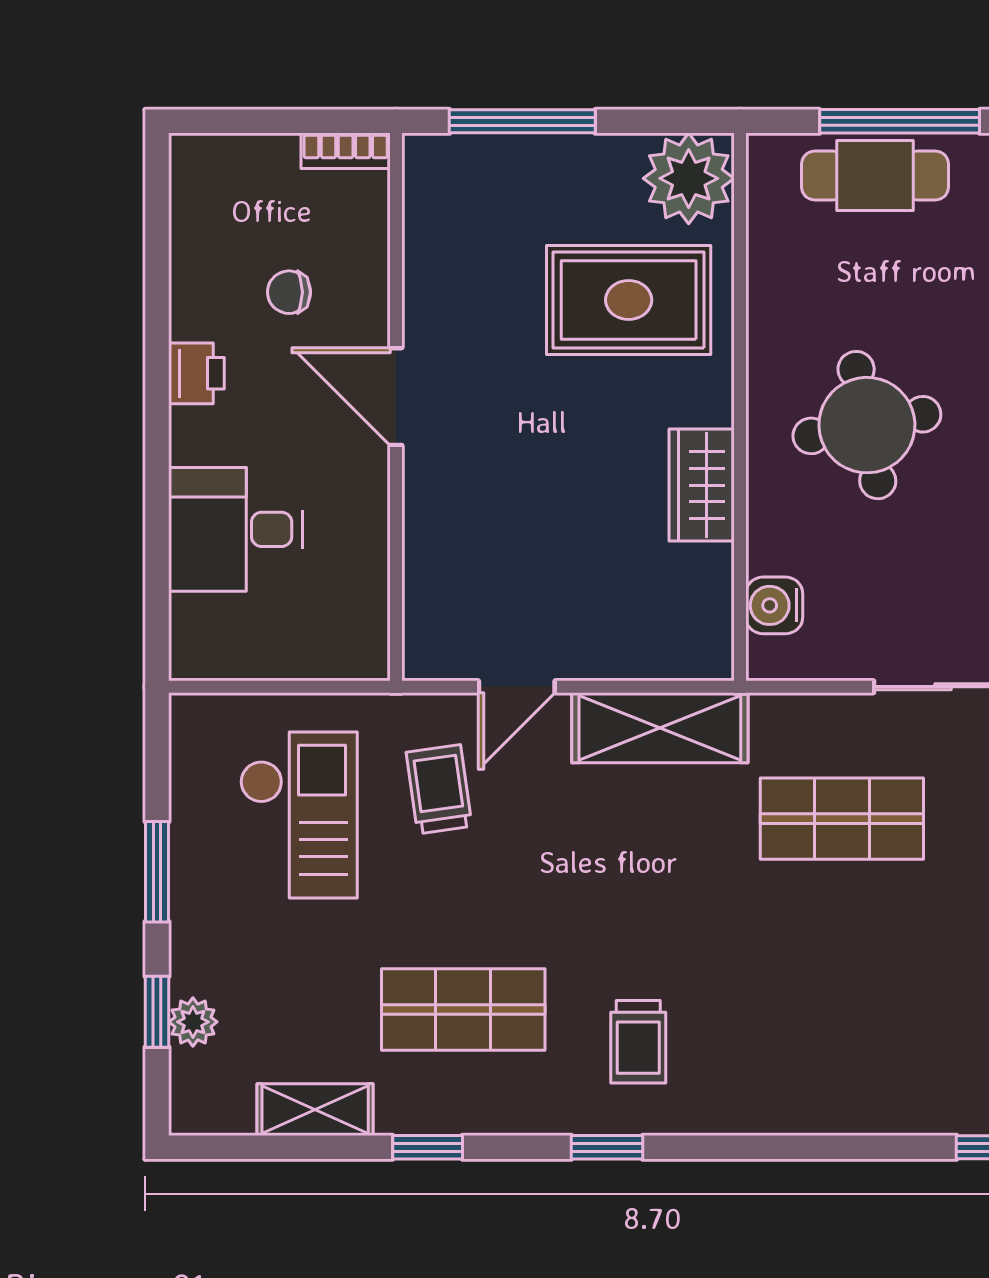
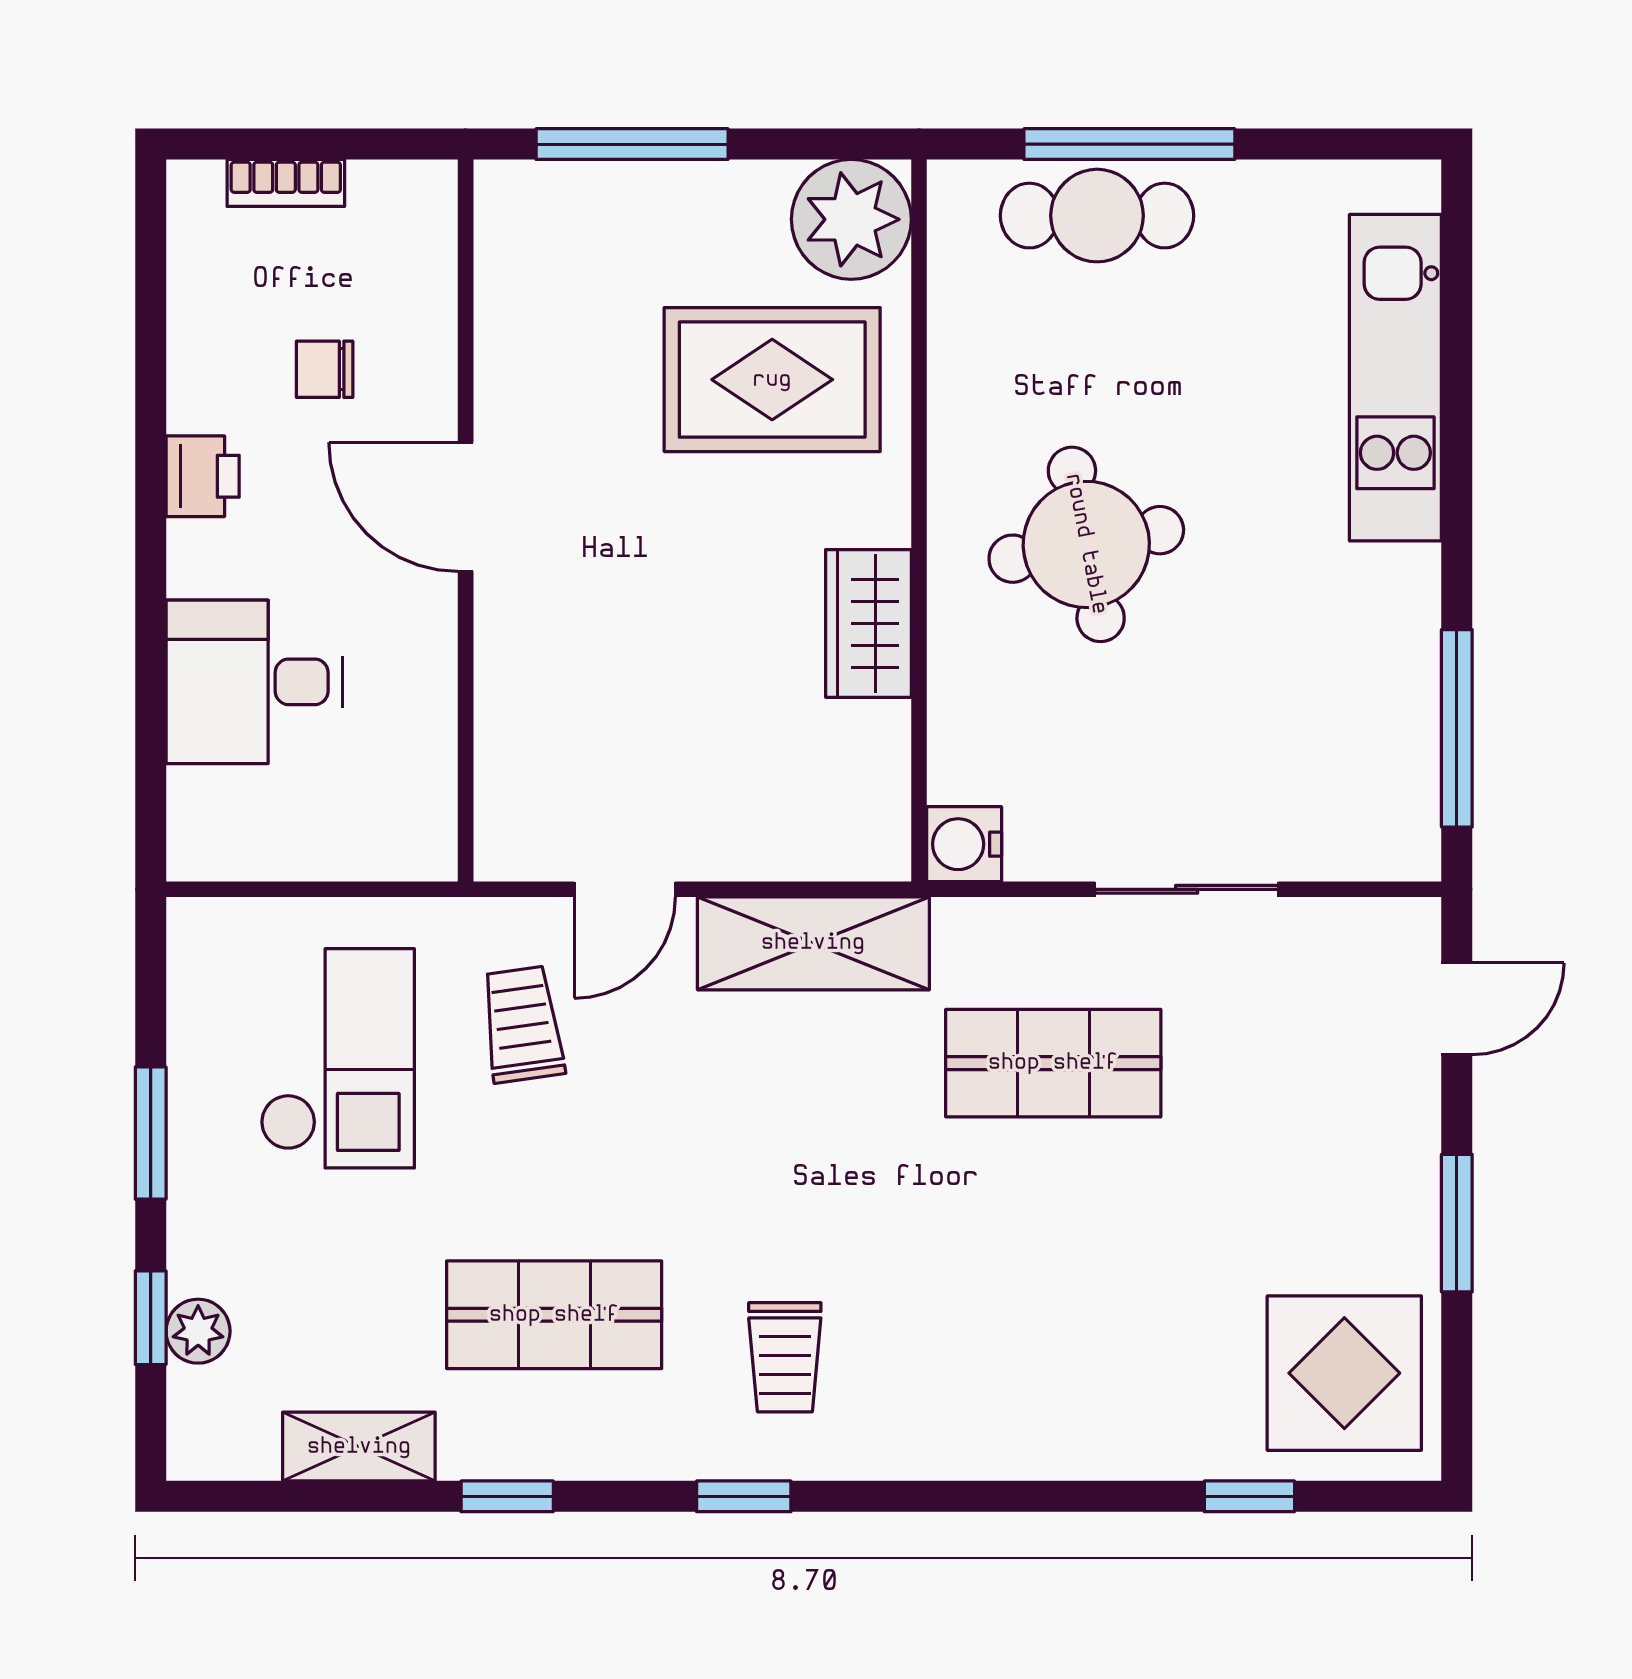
bookcase: (346, 151) -> (286, 183), moved
water cooler: (774, 605) -> (964, 844), moved

